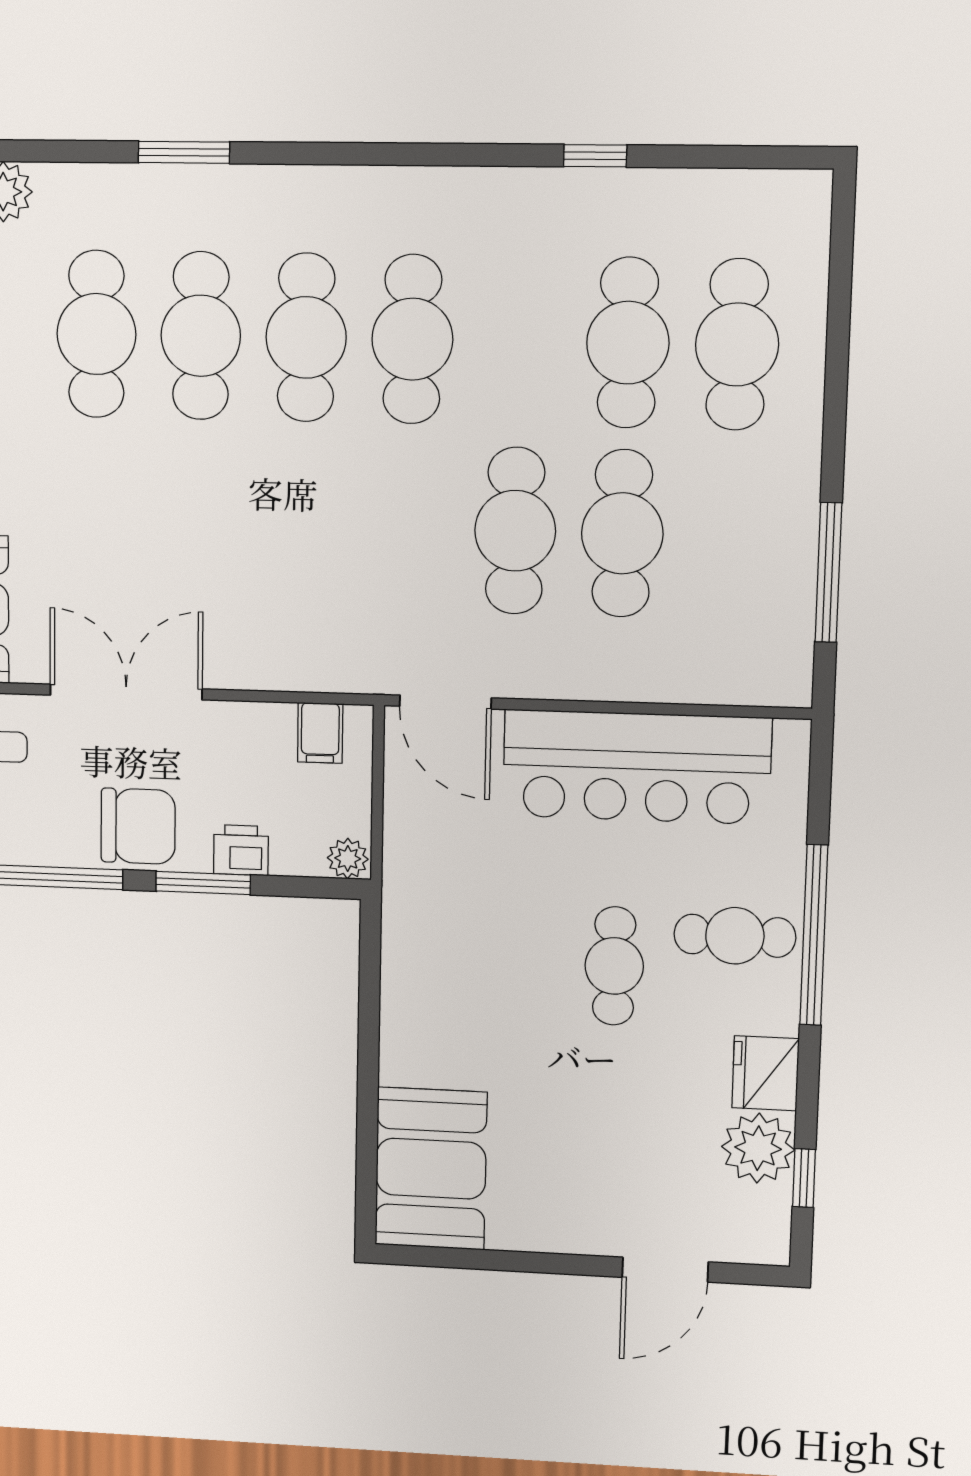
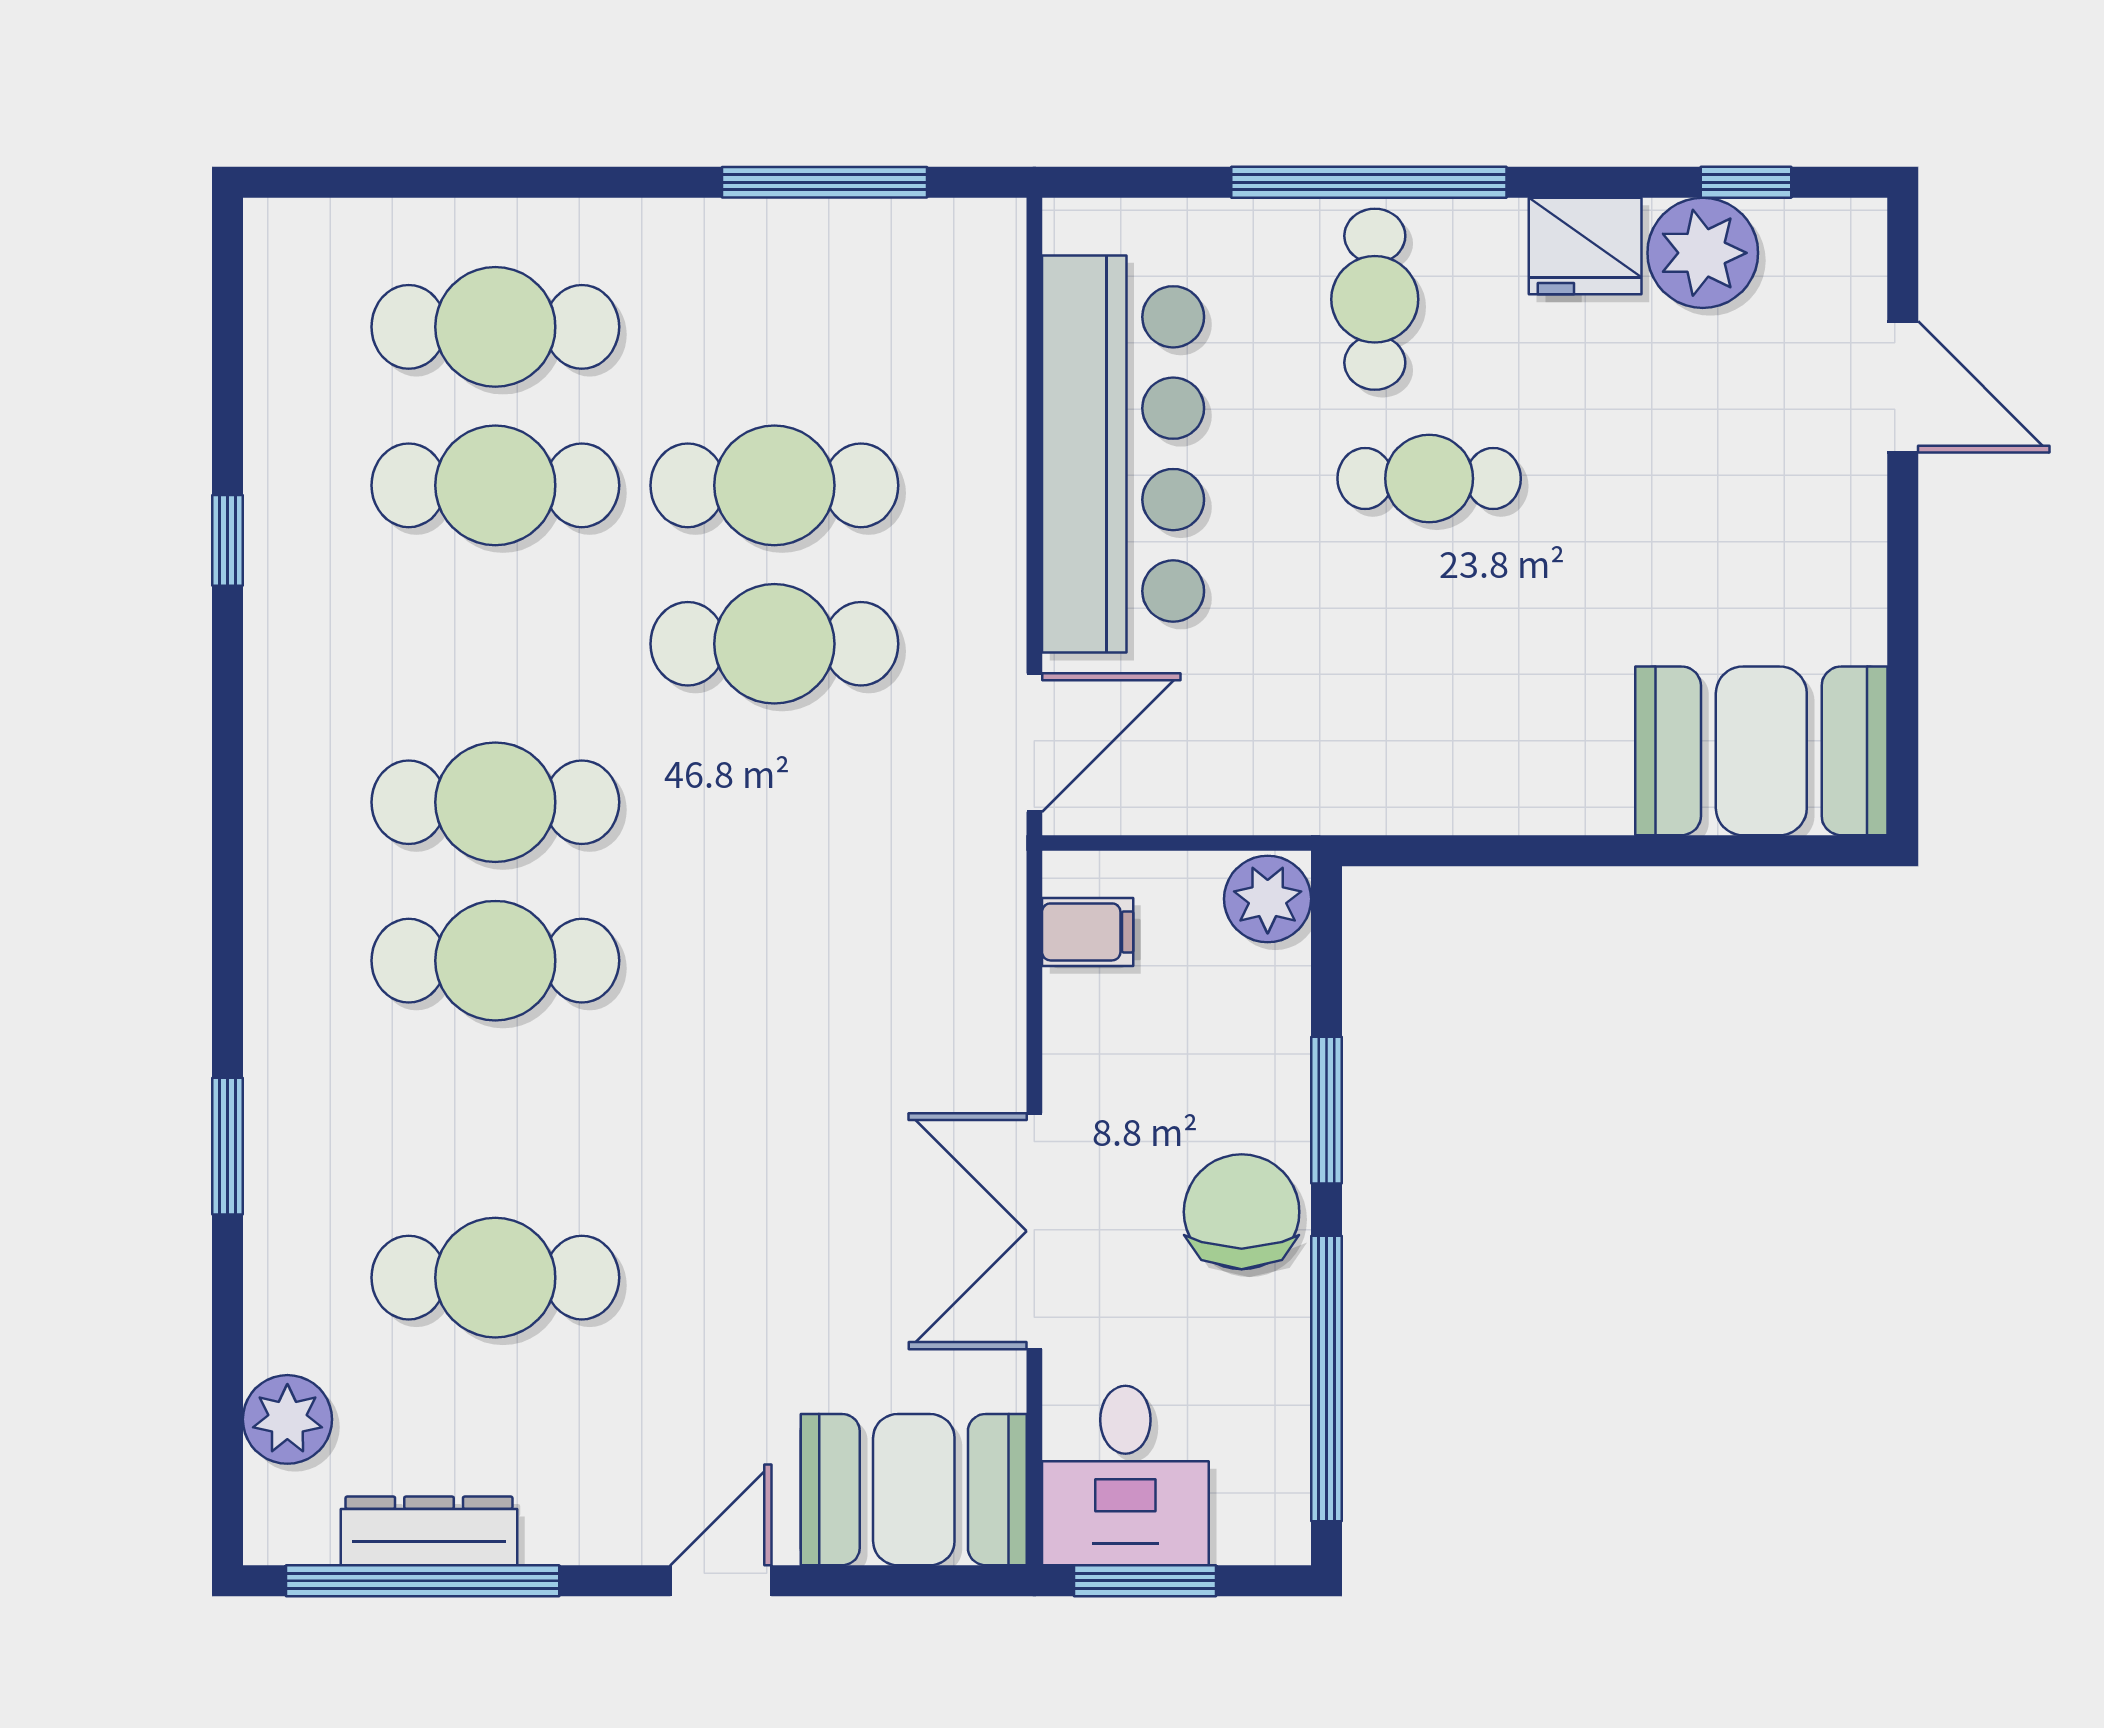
cafe table: (201, 336) -> (495, 1119), removed
printer: (241, 850) -> (1273, 1052), removed
plant: (348, 858) -> (1268, 899), width x1.38, depth x1.38

